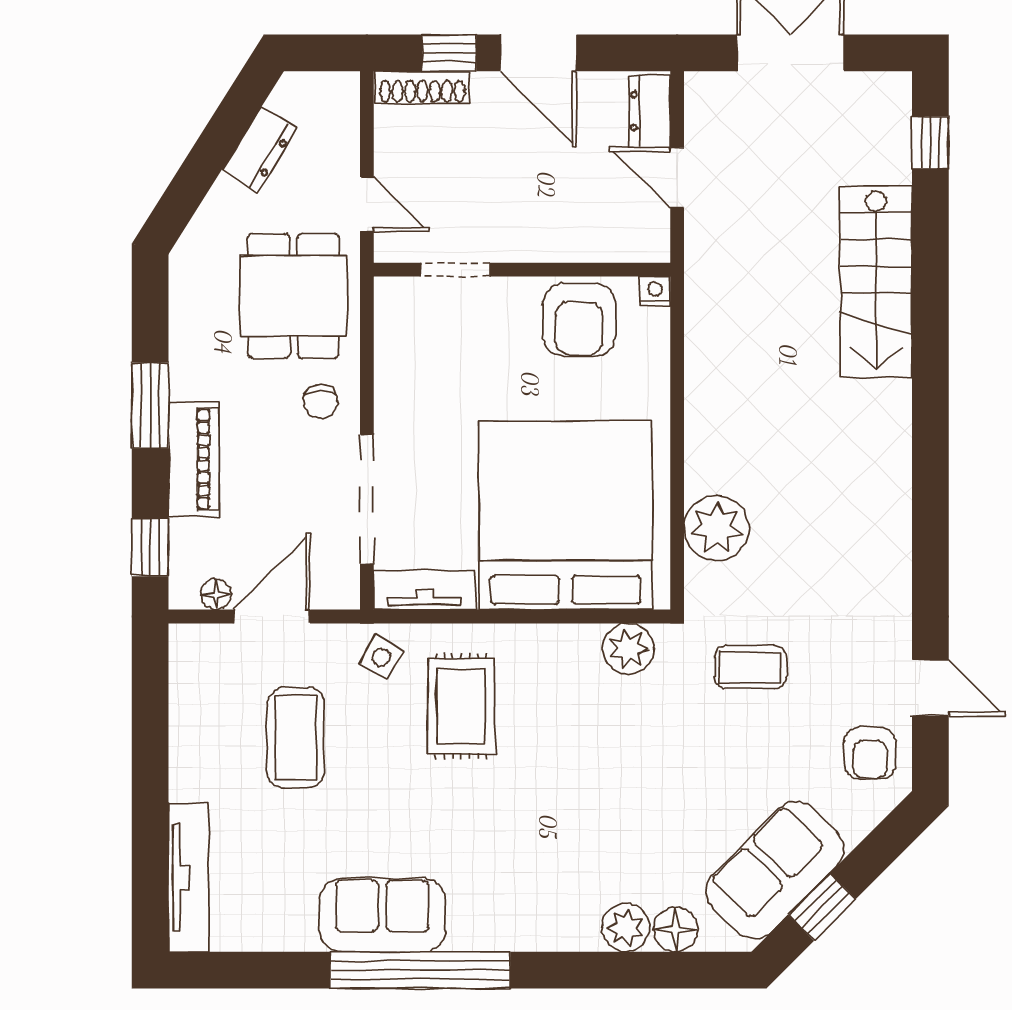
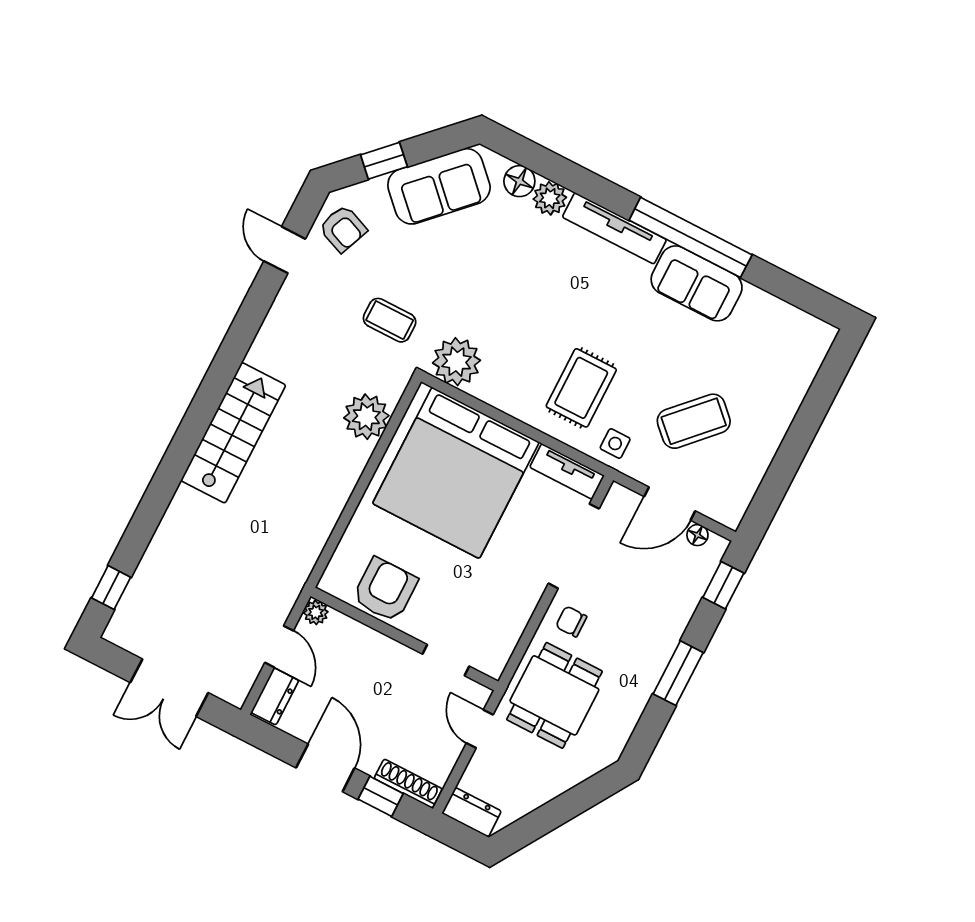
dresser: (260, 149) -> (472, 812), moved, turned 58
plant: (653, 245) -> (316, 612), added
stairs: (876, 281) -> (233, 433), moved
nightstand: (655, 291) -> (329, 583), removed
chair: (321, 401) -> (571, 621), turned -90
piano: (194, 459) -> (668, 626), removed
plant: (628, 649) -> (457, 362), width x1.36, depth x1.36
side table: (381, 657) -> (615, 443), turned -30
coffee table: (296, 737) -> (694, 421), turned 44
armchair: (870, 753) -> (343, 229), turned 112
tv unit: (188, 878) -> (614, 228), moved, turned -90
window: (822, 907) -> (384, 161), moved

